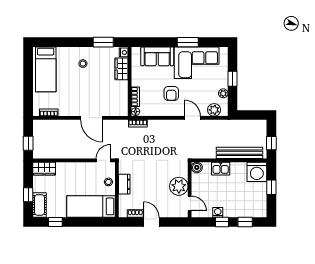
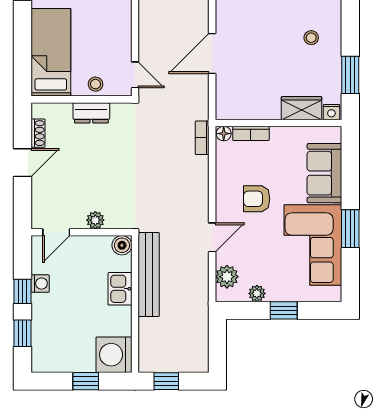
bench: (240, 153) -> (149, 275), moved
plant: (179, 186) -> (95, 220), width x0.53, depth x0.53

